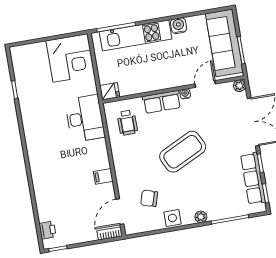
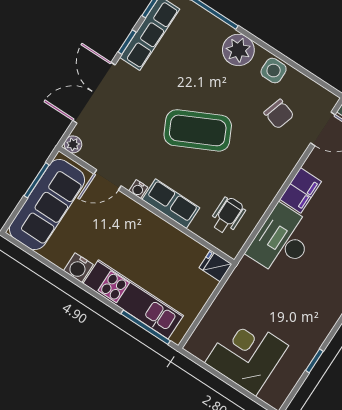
corner desk: (70, 58) -> (247, 354), moved
desk: (85, 118) -> (282, 241), moved
filing cabinet: (103, 176) -> (301, 190), width x2.00
plant: (201, 217) -> (238, 50), width x1.88, depth x1.88

